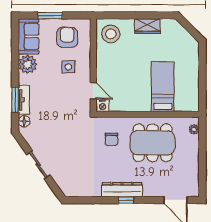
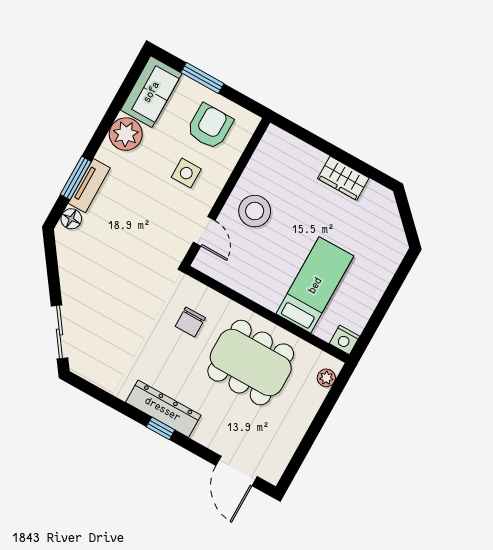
stool: (111, 34) -> (255, 211), moved
nightstand: (102, 106) -> (344, 340), moved
sliding door: (38, 165) -> (59, 332), moved

